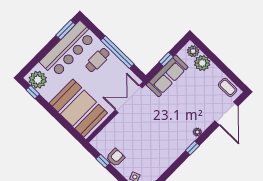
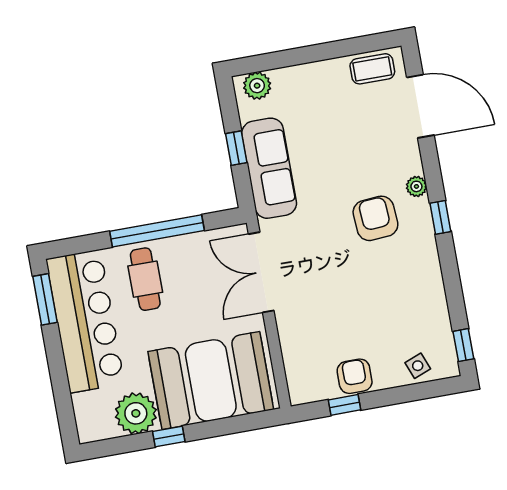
plant: (202, 63) -> (292, 84), removed
plant: (38, 80) -> (136, 413), moved
window: (33, 92) -> (169, 437), moved
armchair: (176, 126) -> (375, 218), added

